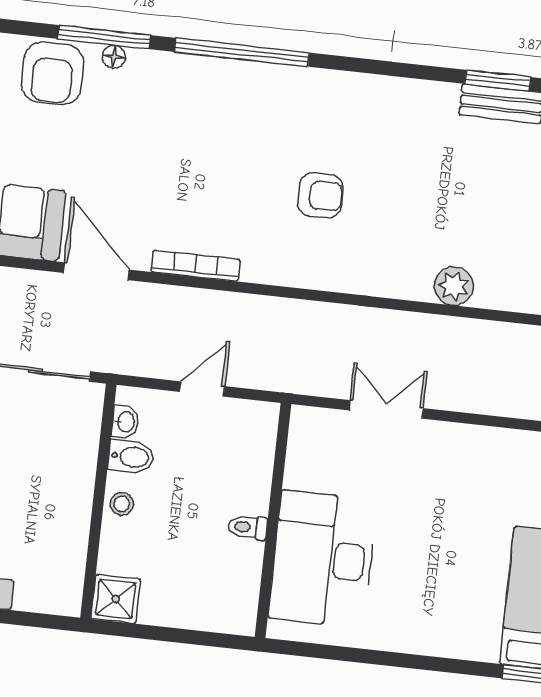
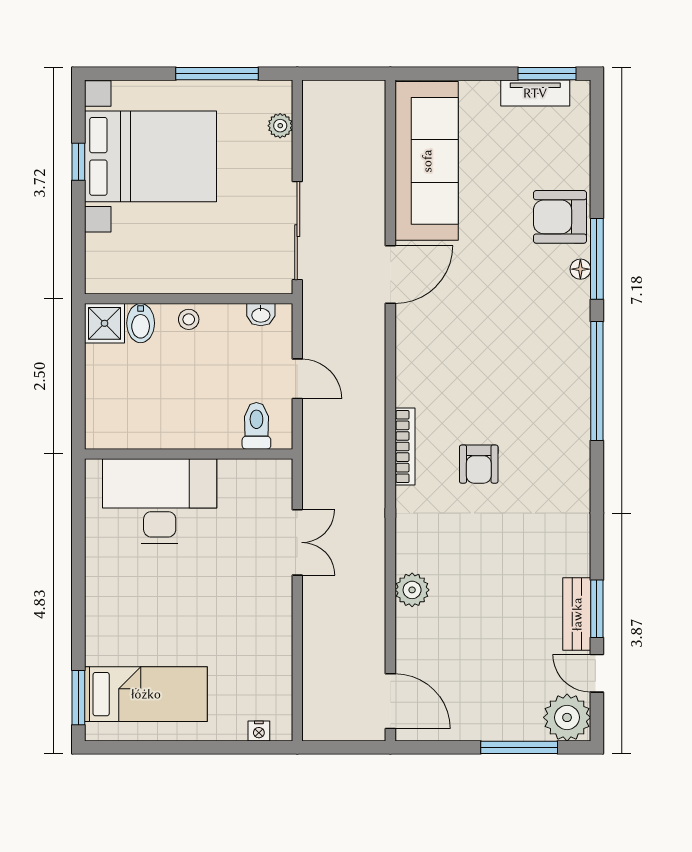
bookcase: (196, 266) -> (405, 447), moved
bidet: (131, 457) -> (141, 323), moved
toilet: (248, 527) -> (256, 426), moved, width x1.37, depth x1.39

